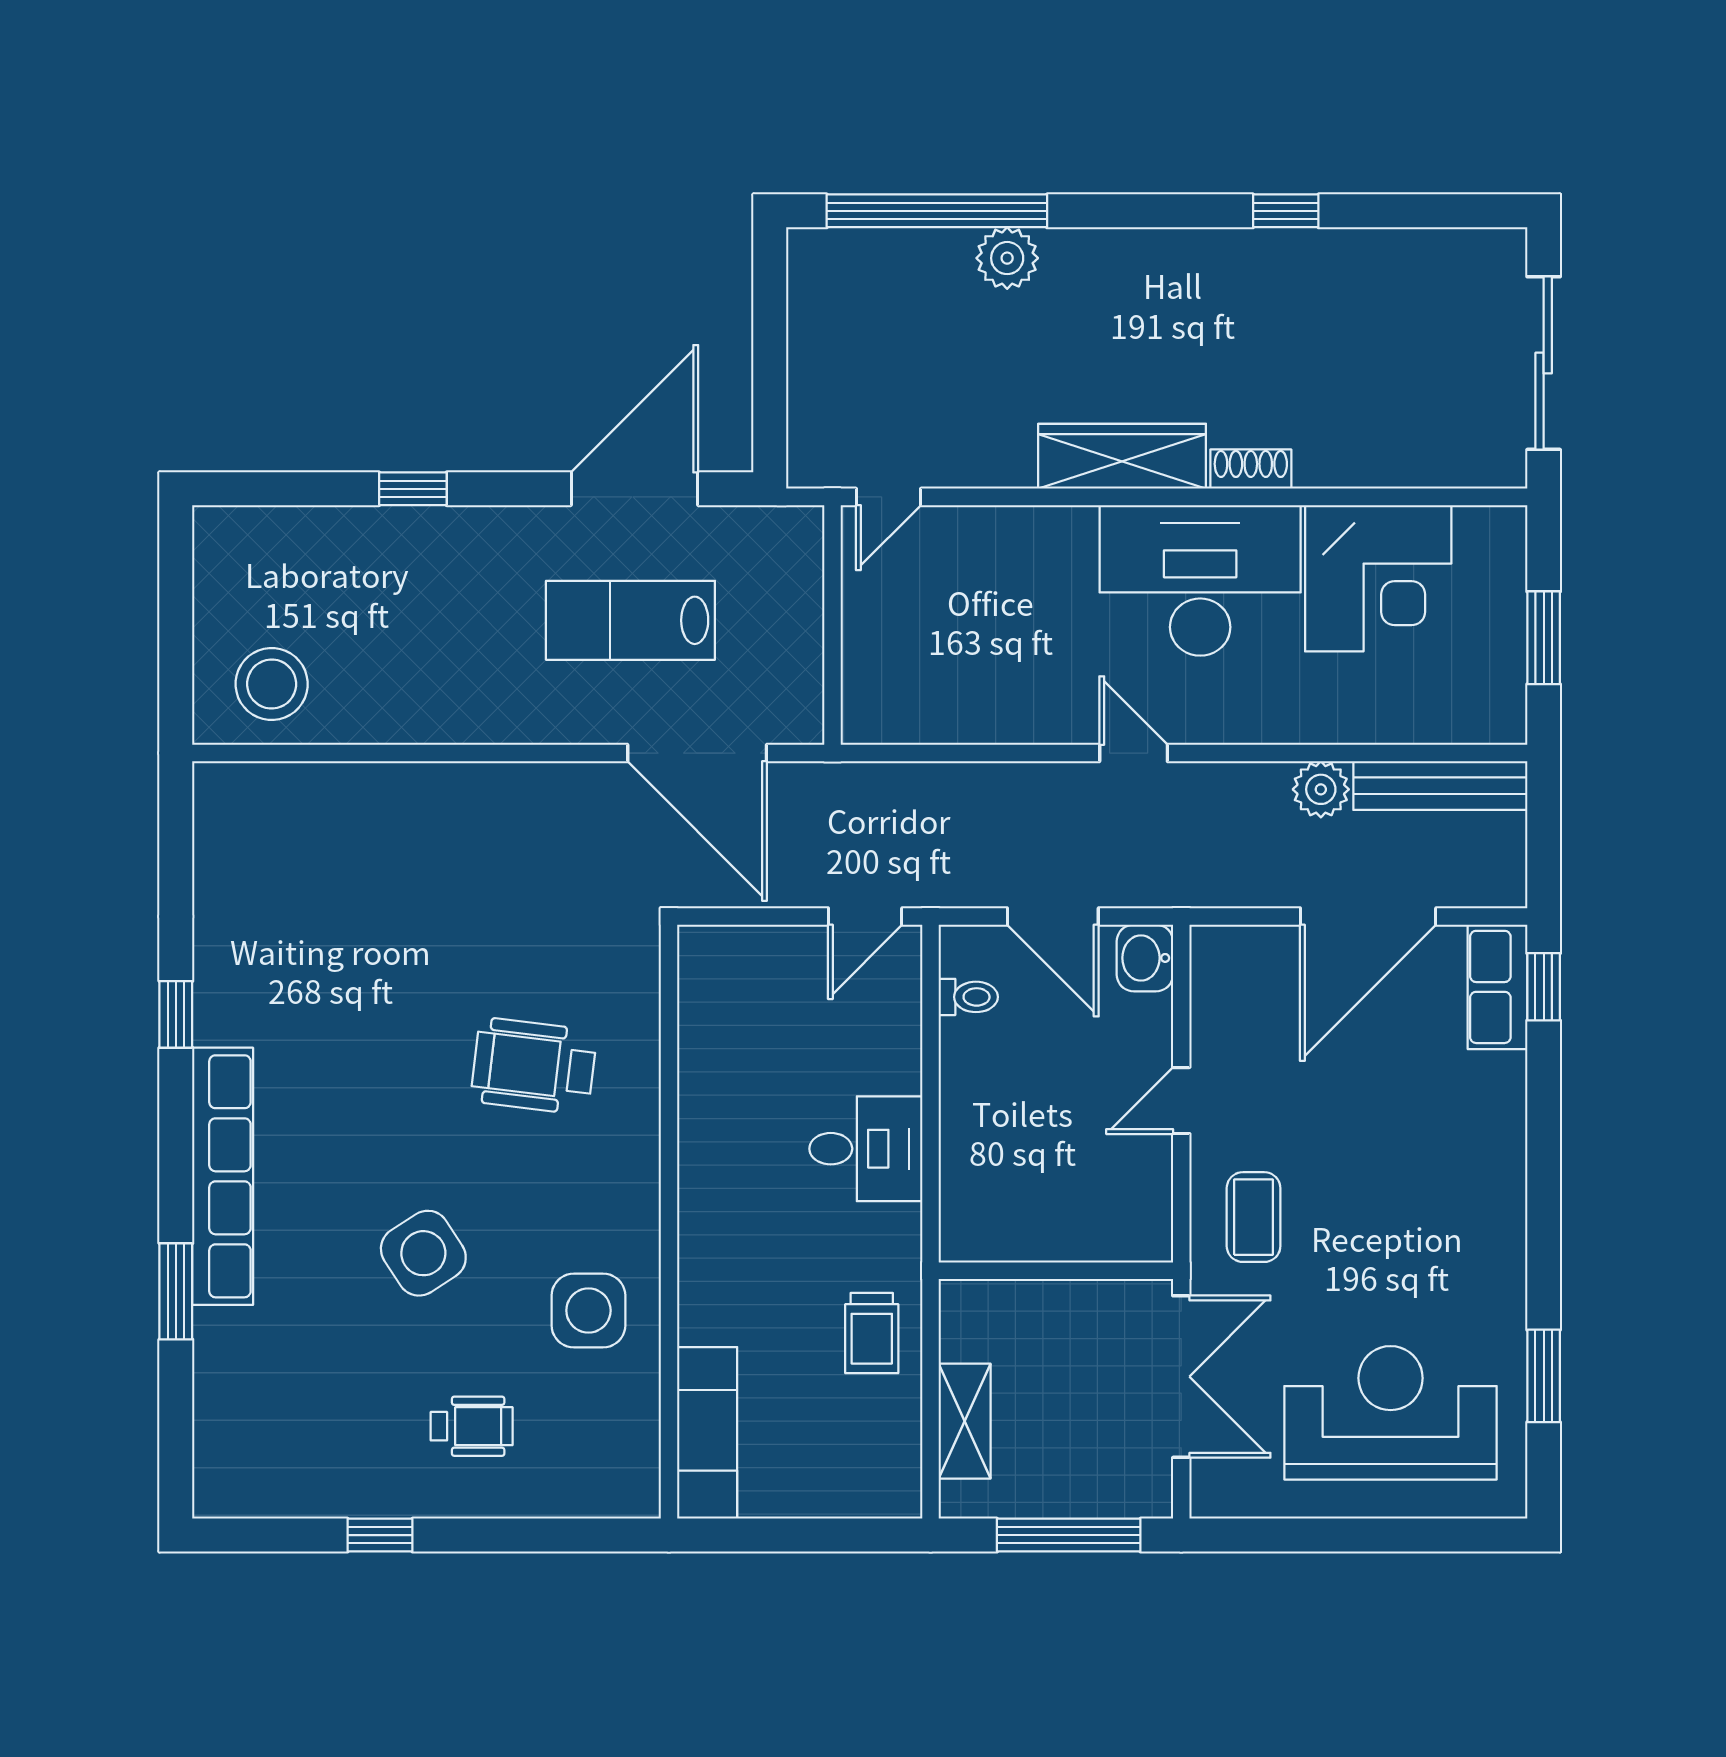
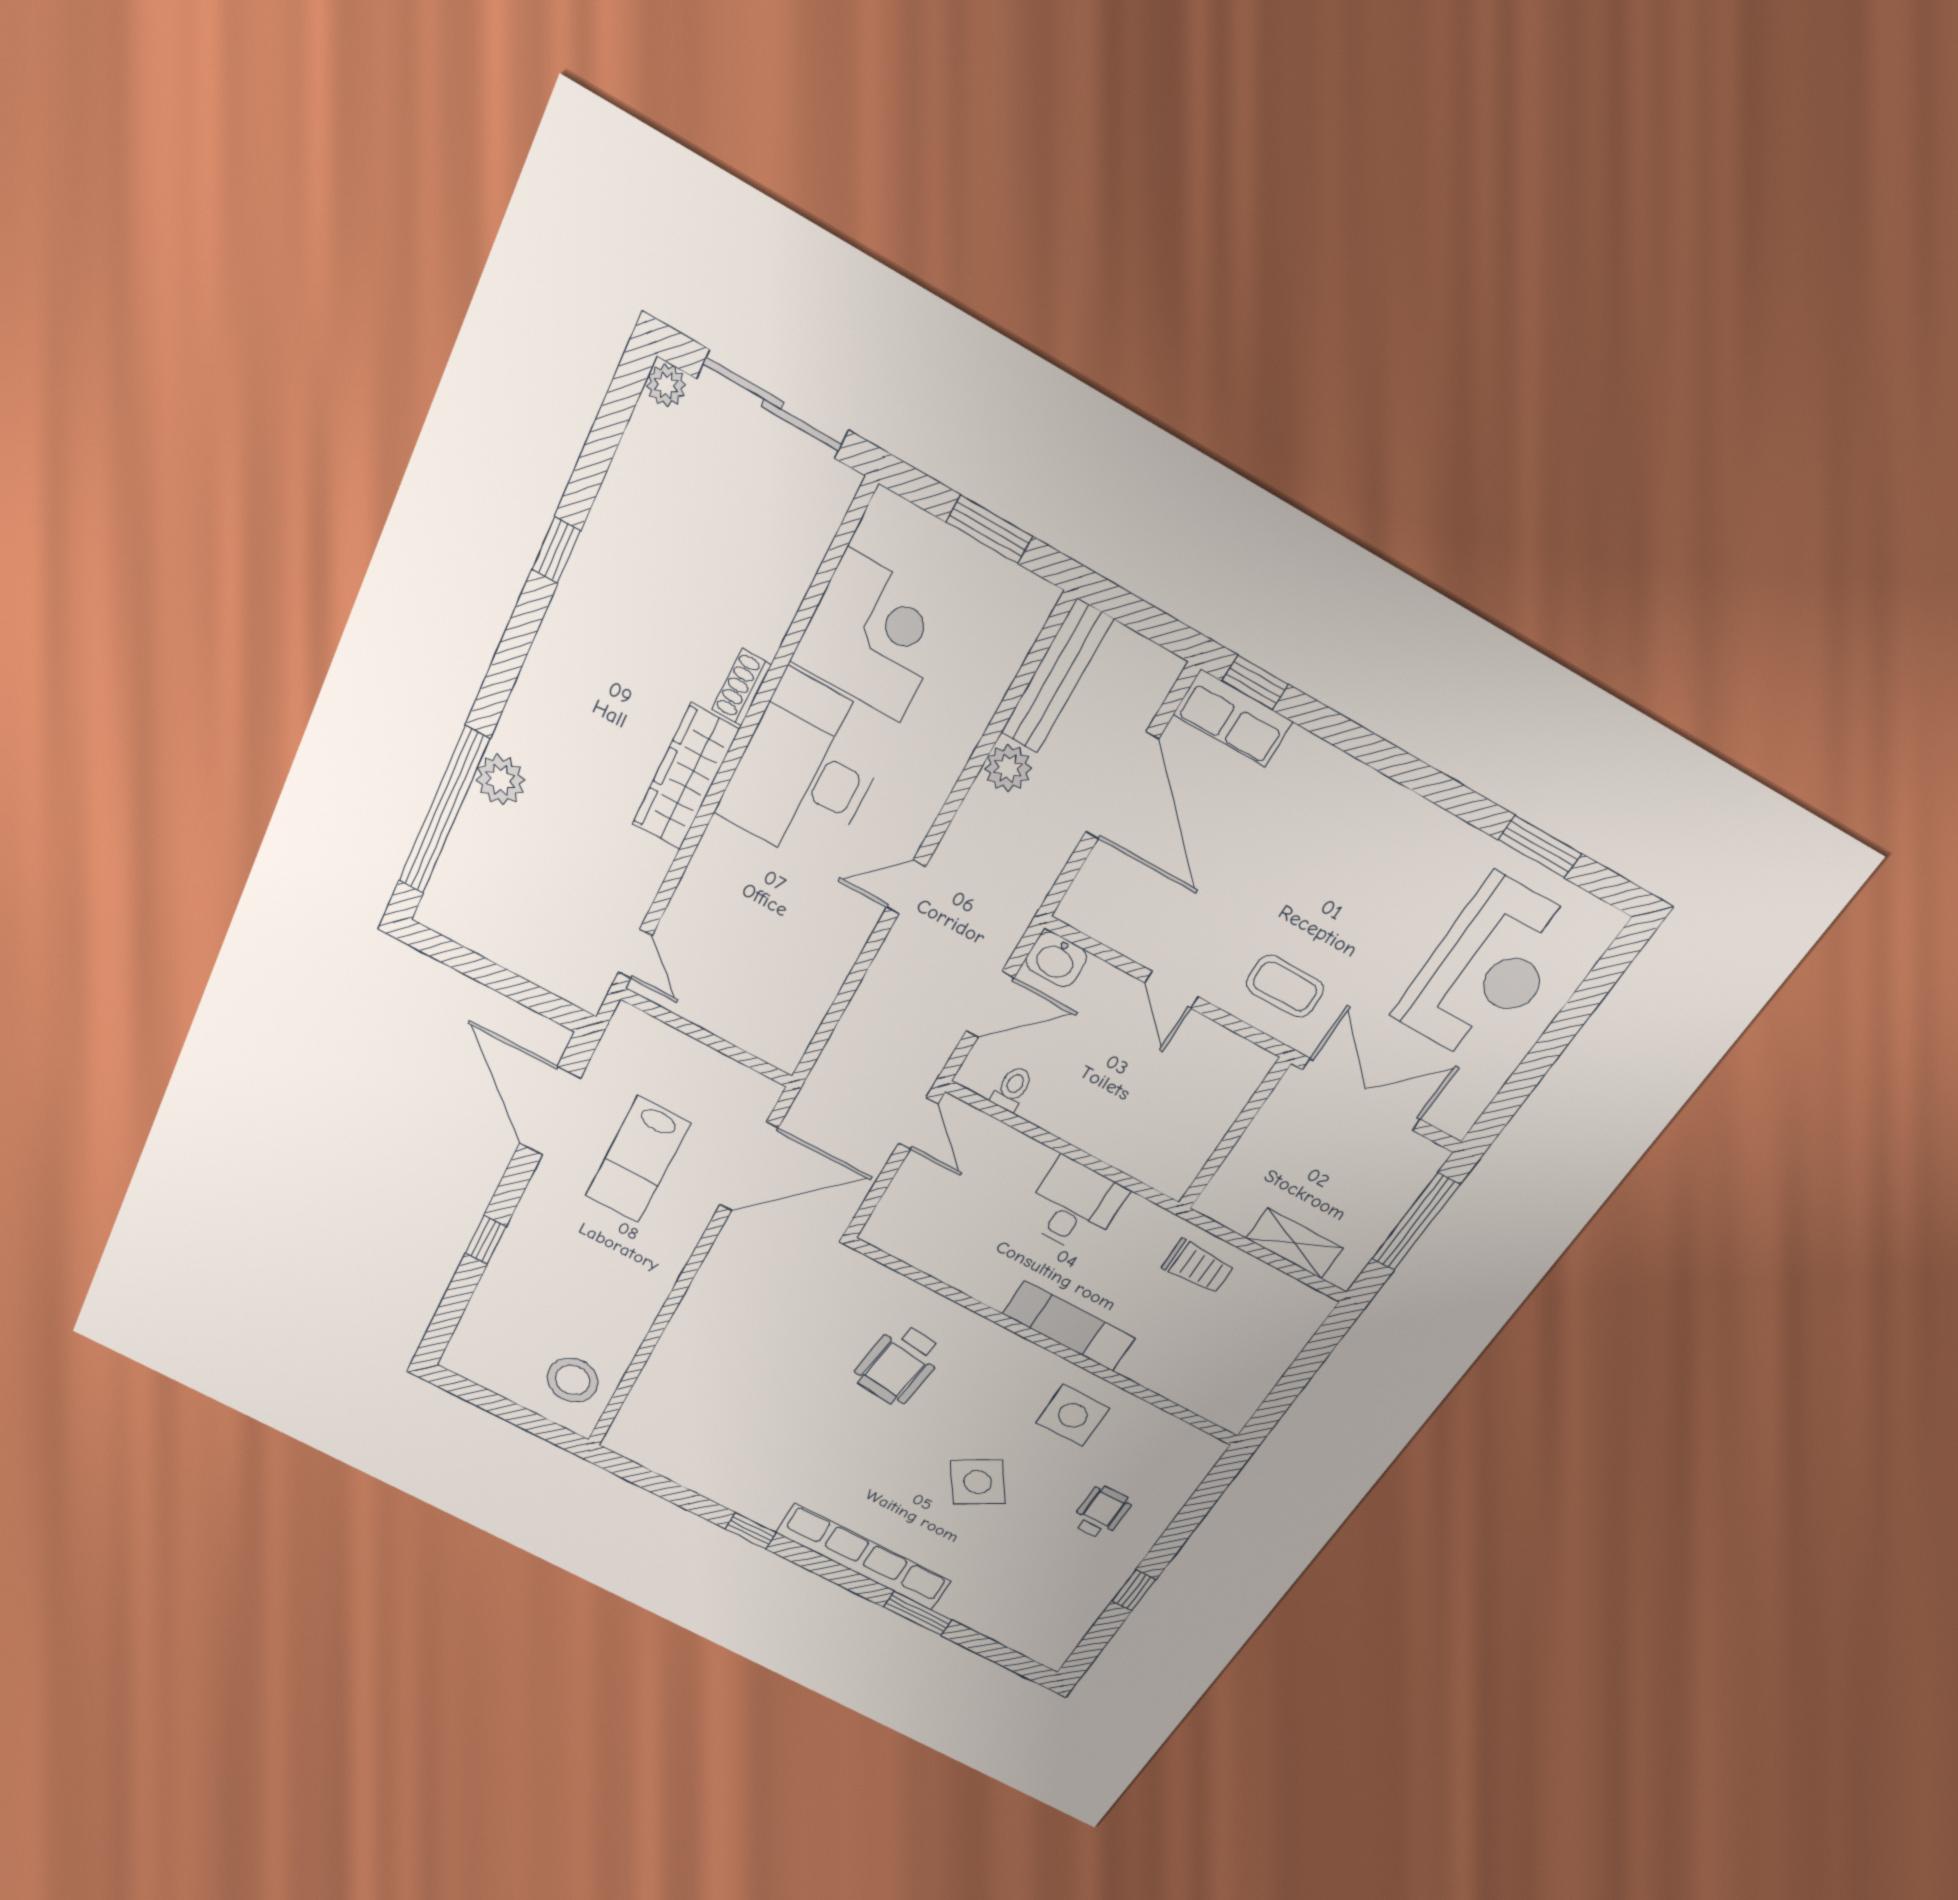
plant: (1505, 249) -> (666, 385), added
reception desk: (1391, 1413) -> (1487, 970), turned 180
exam couch: (707, 1433) -> (1069, 1326), moved

